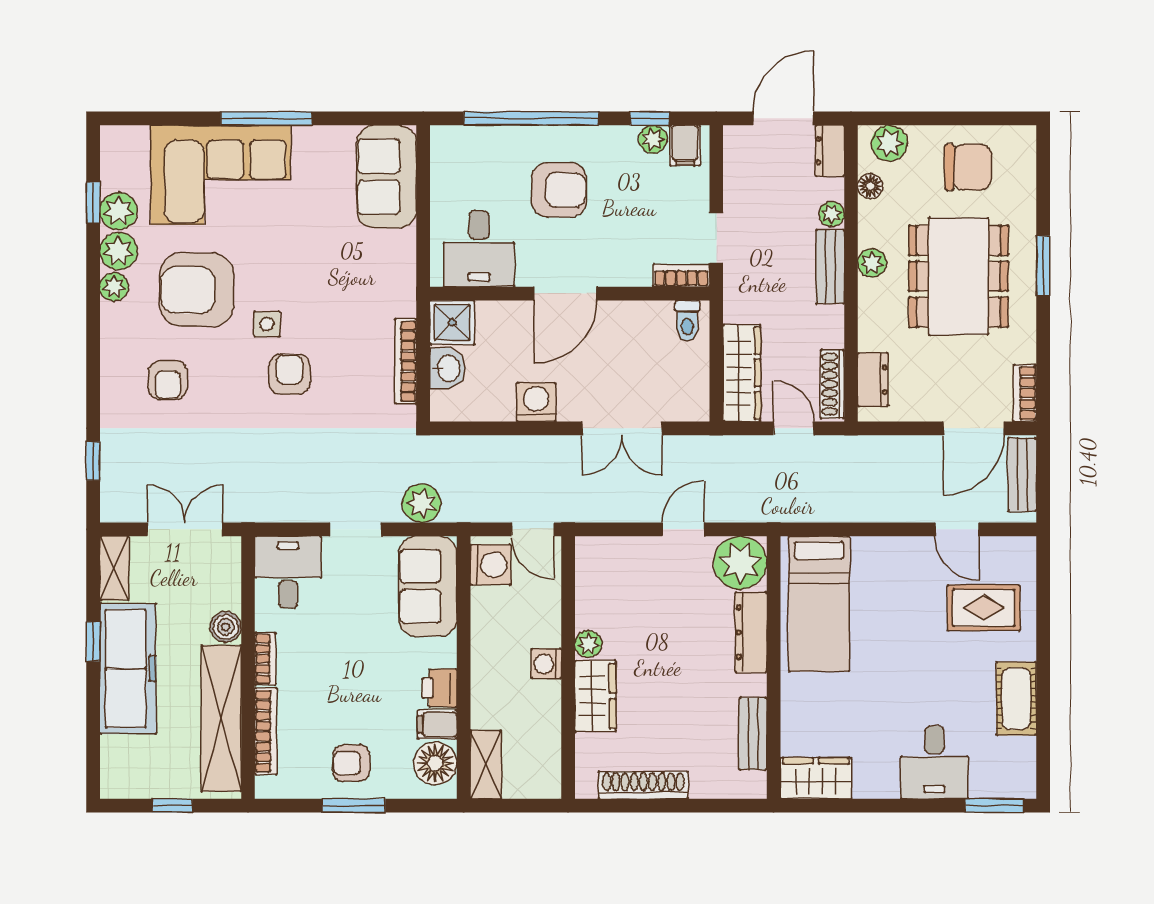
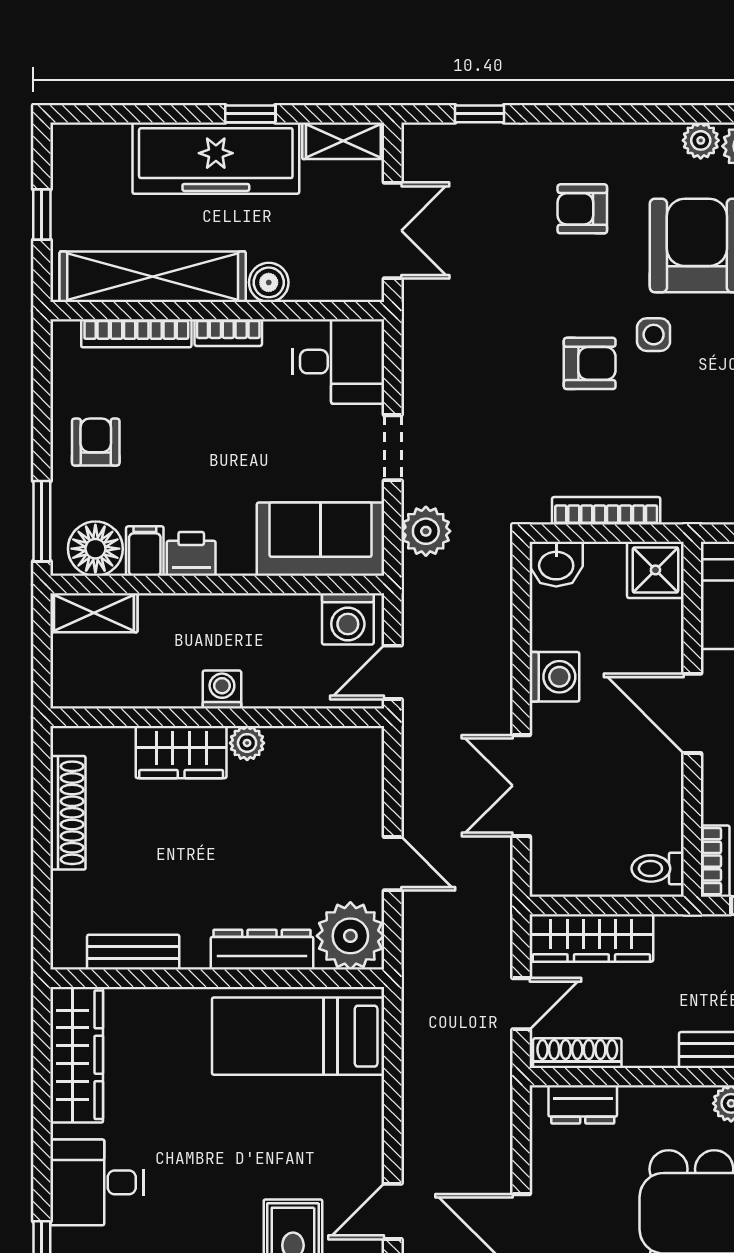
washbasin: (448, 368) -> (556, 564), moved
wardrobe: (816, 778) -> (77, 1055), width x1.50
window: (354, 806) -> (42, 521), moved

